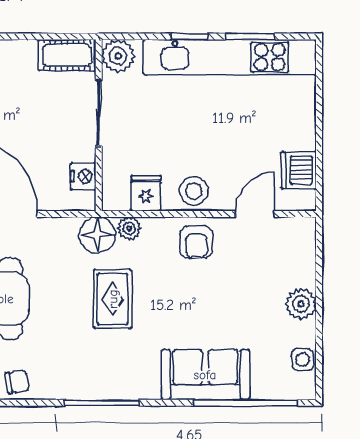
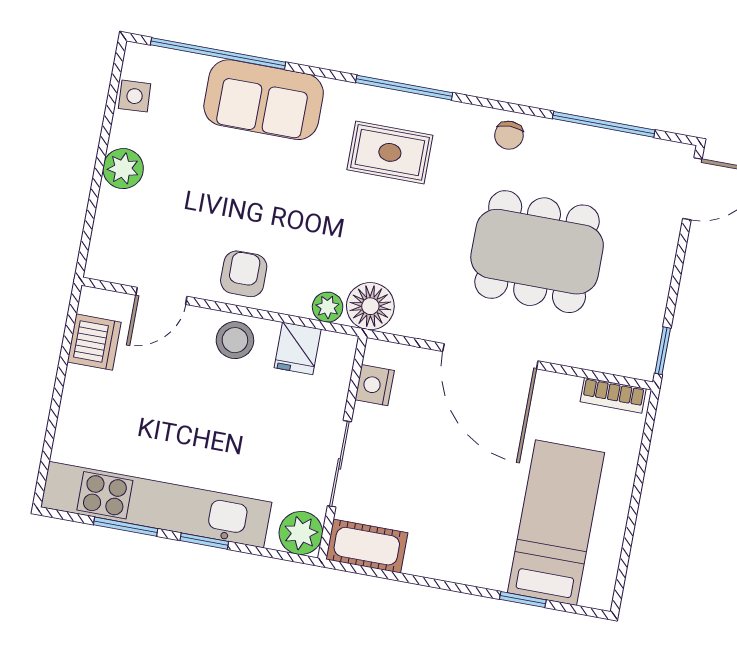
rug: (113, 299) -> (390, 152), moved, turned 90
chair: (17, 382) -> (509, 135), turned -81

